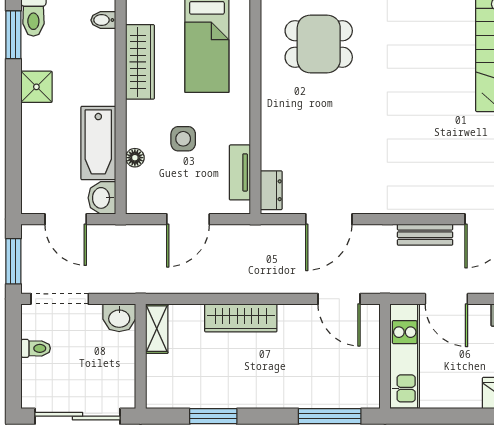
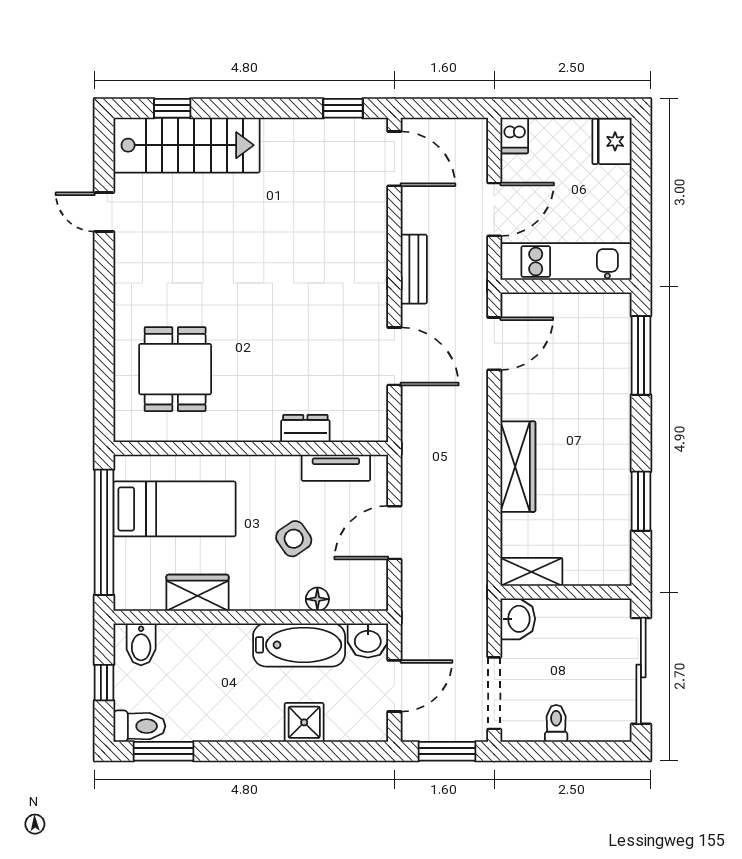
bidet: (103, 20) -> (141, 644), width x1.38, depth x1.36
wardrobe: (140, 62) -> (198, 593), width x0.67
shower: (36, 87) -> (304, 722), moved
side table: (183, 139) -> (294, 539), turned -35
dresser: (271, 190) -> (305, 429), moved
door: (188, 219) -> (394, 533), swing flipped
bench: (425, 235) -> (414, 269), moved

